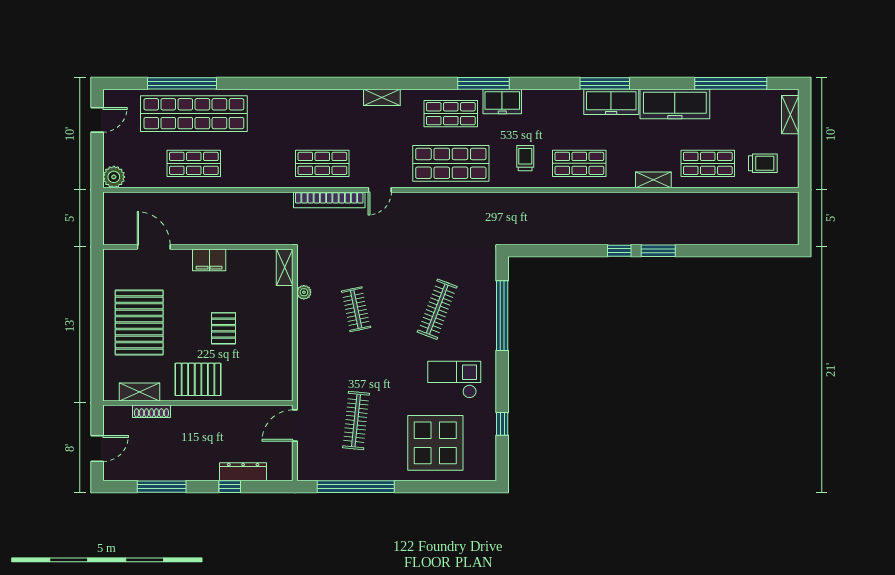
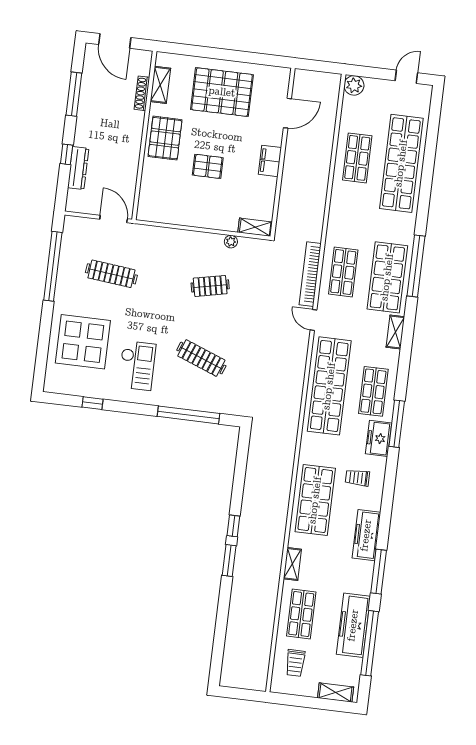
window: (182, 83) -> (416, 266), moved
window: (605, 83) -> (379, 572), moved
freezer: (675, 104) -> (353, 625), moved
shop shelf: (322, 114) -> (387, 277), added
door: (97, 120) -> (406, 77), swing flipped
trolley: (525, 158) -> (357, 478), moved, turned 180
shop shelf: (451, 163) -> (329, 386), width x1.40
shop shelf: (579, 163) -> (315, 500), width x1.43, depth x1.36
door: (97, 449) -> (115, 41), width x1.38

